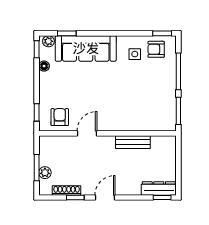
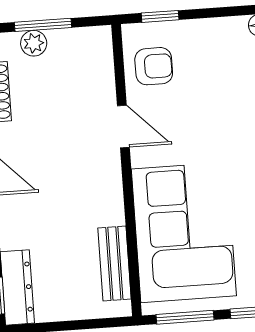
corner sofa: (139, 109) -> (184, 232), added
bench: (133, 142) -> (114, 263), moved

